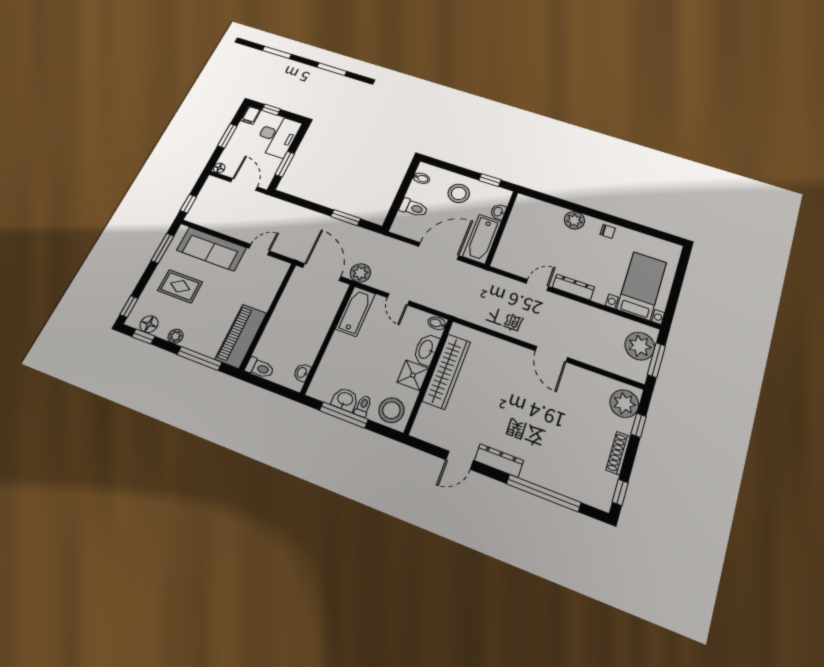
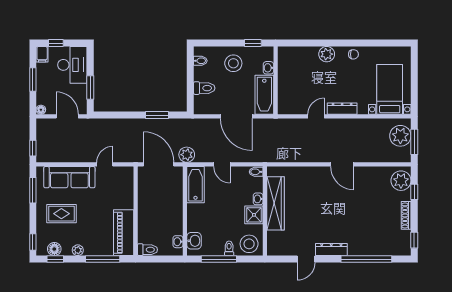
door: (439, 251) -> (236, 116), swing flipped
washbasin: (426, 349) -> (258, 199), width x0.52, depth x0.69
washbasin: (345, 399) -> (194, 241), moved, turned 90

